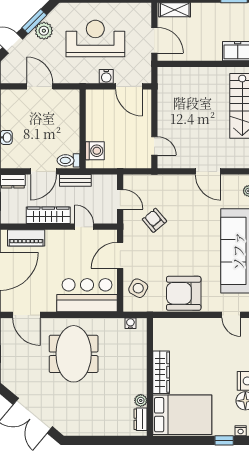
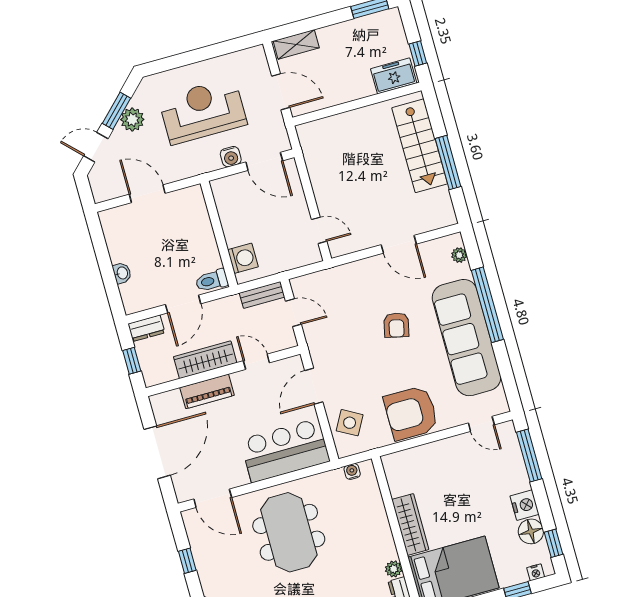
bench: (75, 180) -> (262, 295), moved
armchair: (154, 220) -> (396, 325), moved, turned -127
piano: (26, 238) -> (207, 391), moved

